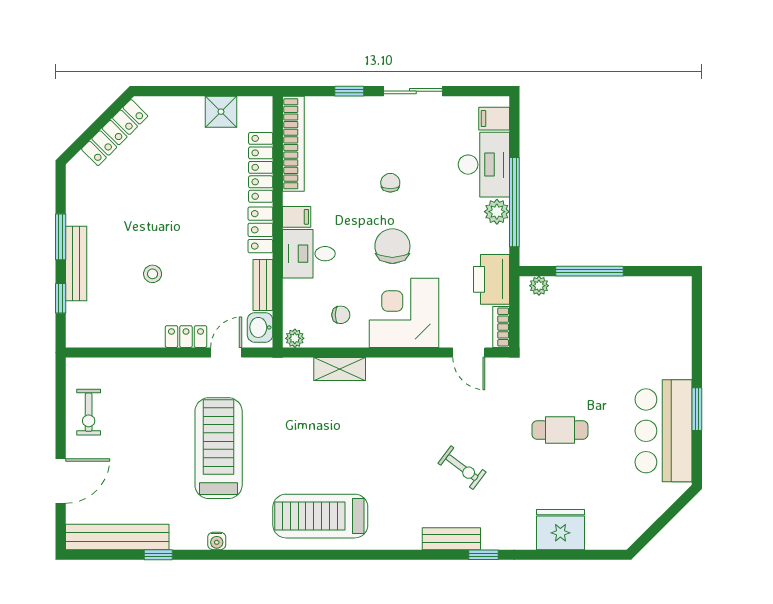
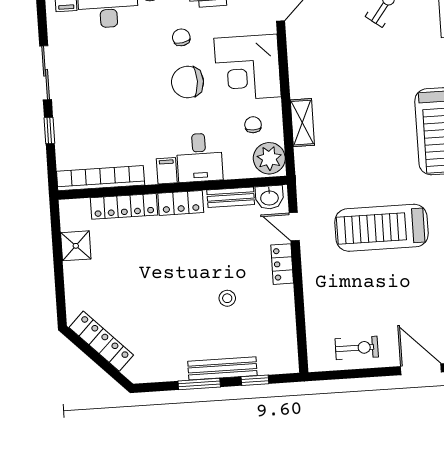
chair: (390, 183) -> (181, 37), moved, turned 80
plant: (295, 338) -> (269, 158), width x1.88, depth x1.88

